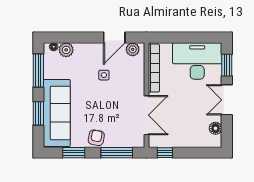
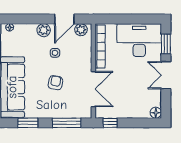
plant: (66, 50) -> (44, 30), moved
floor lamp: (215, 128) -> (156, 113), moved
armchair: (96, 138) -> (55, 83), moved

